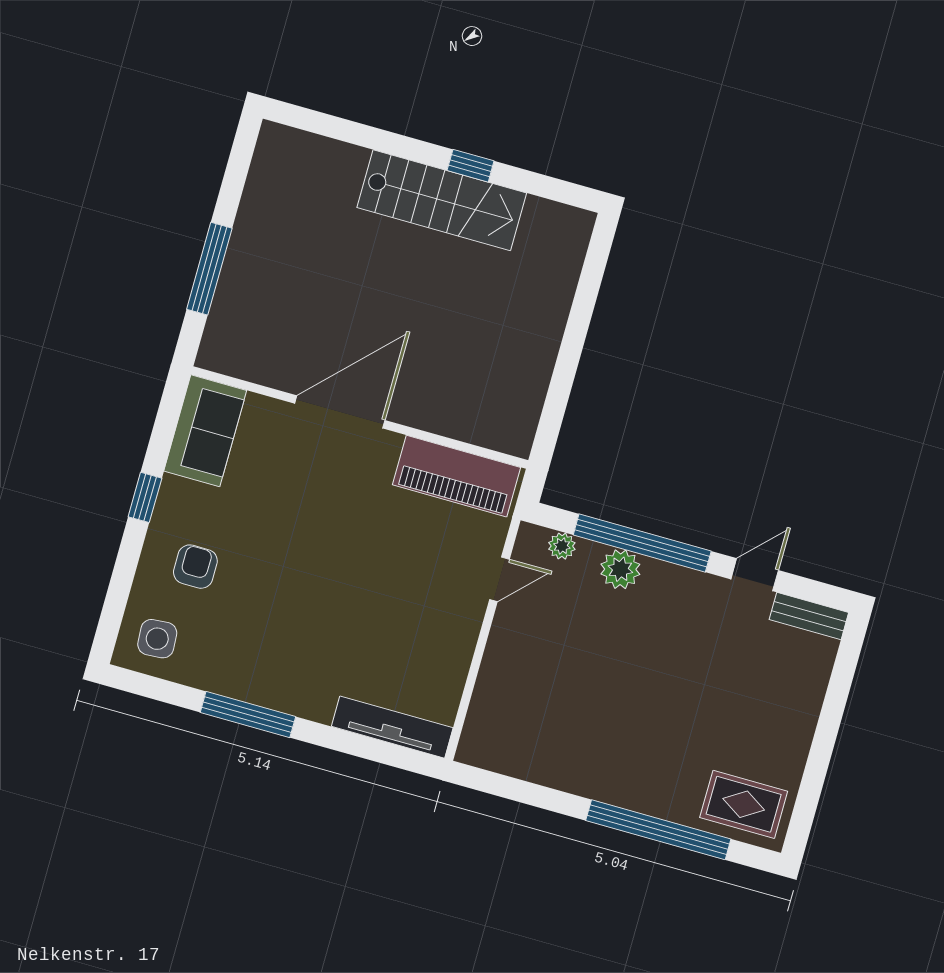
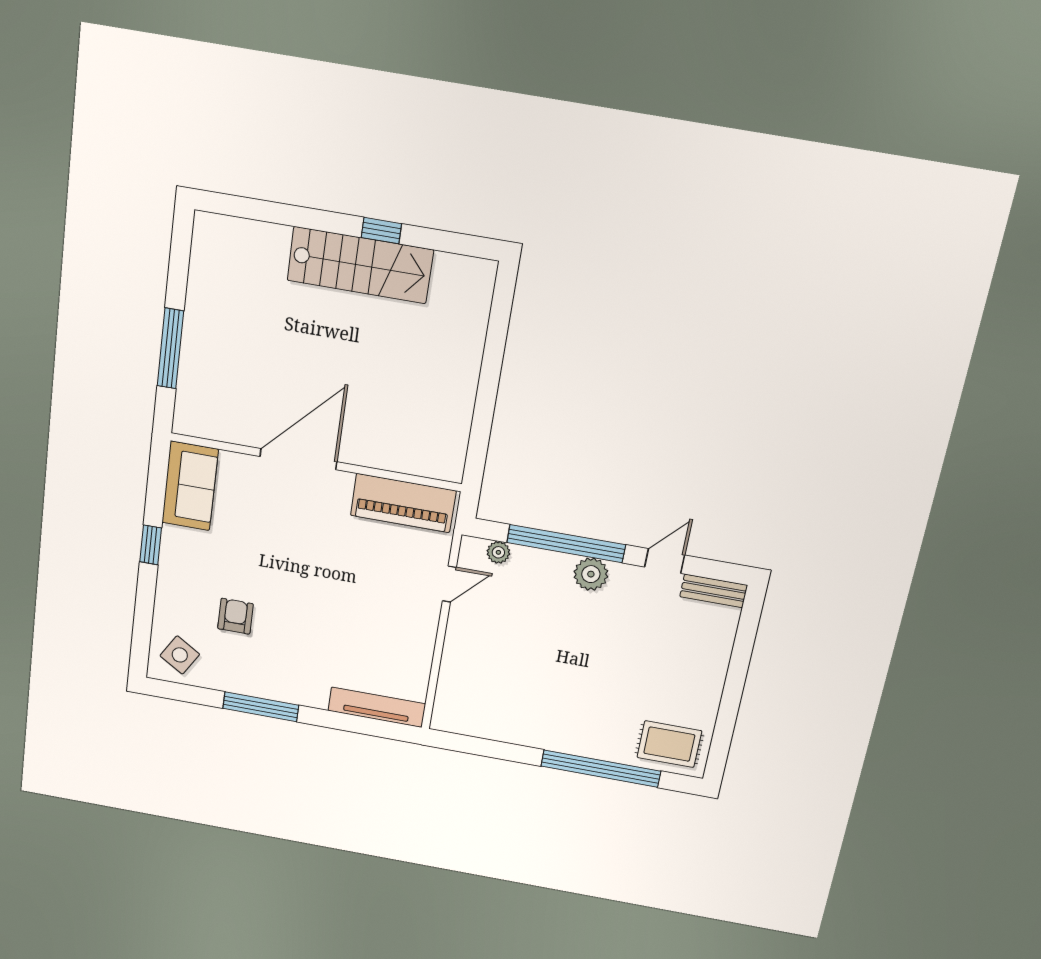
armchair: (195, 567) -> (235, 616), moved
plant: (620, 569) -> (591, 574), moved
side table: (157, 639) -> (180, 655), turned 36

